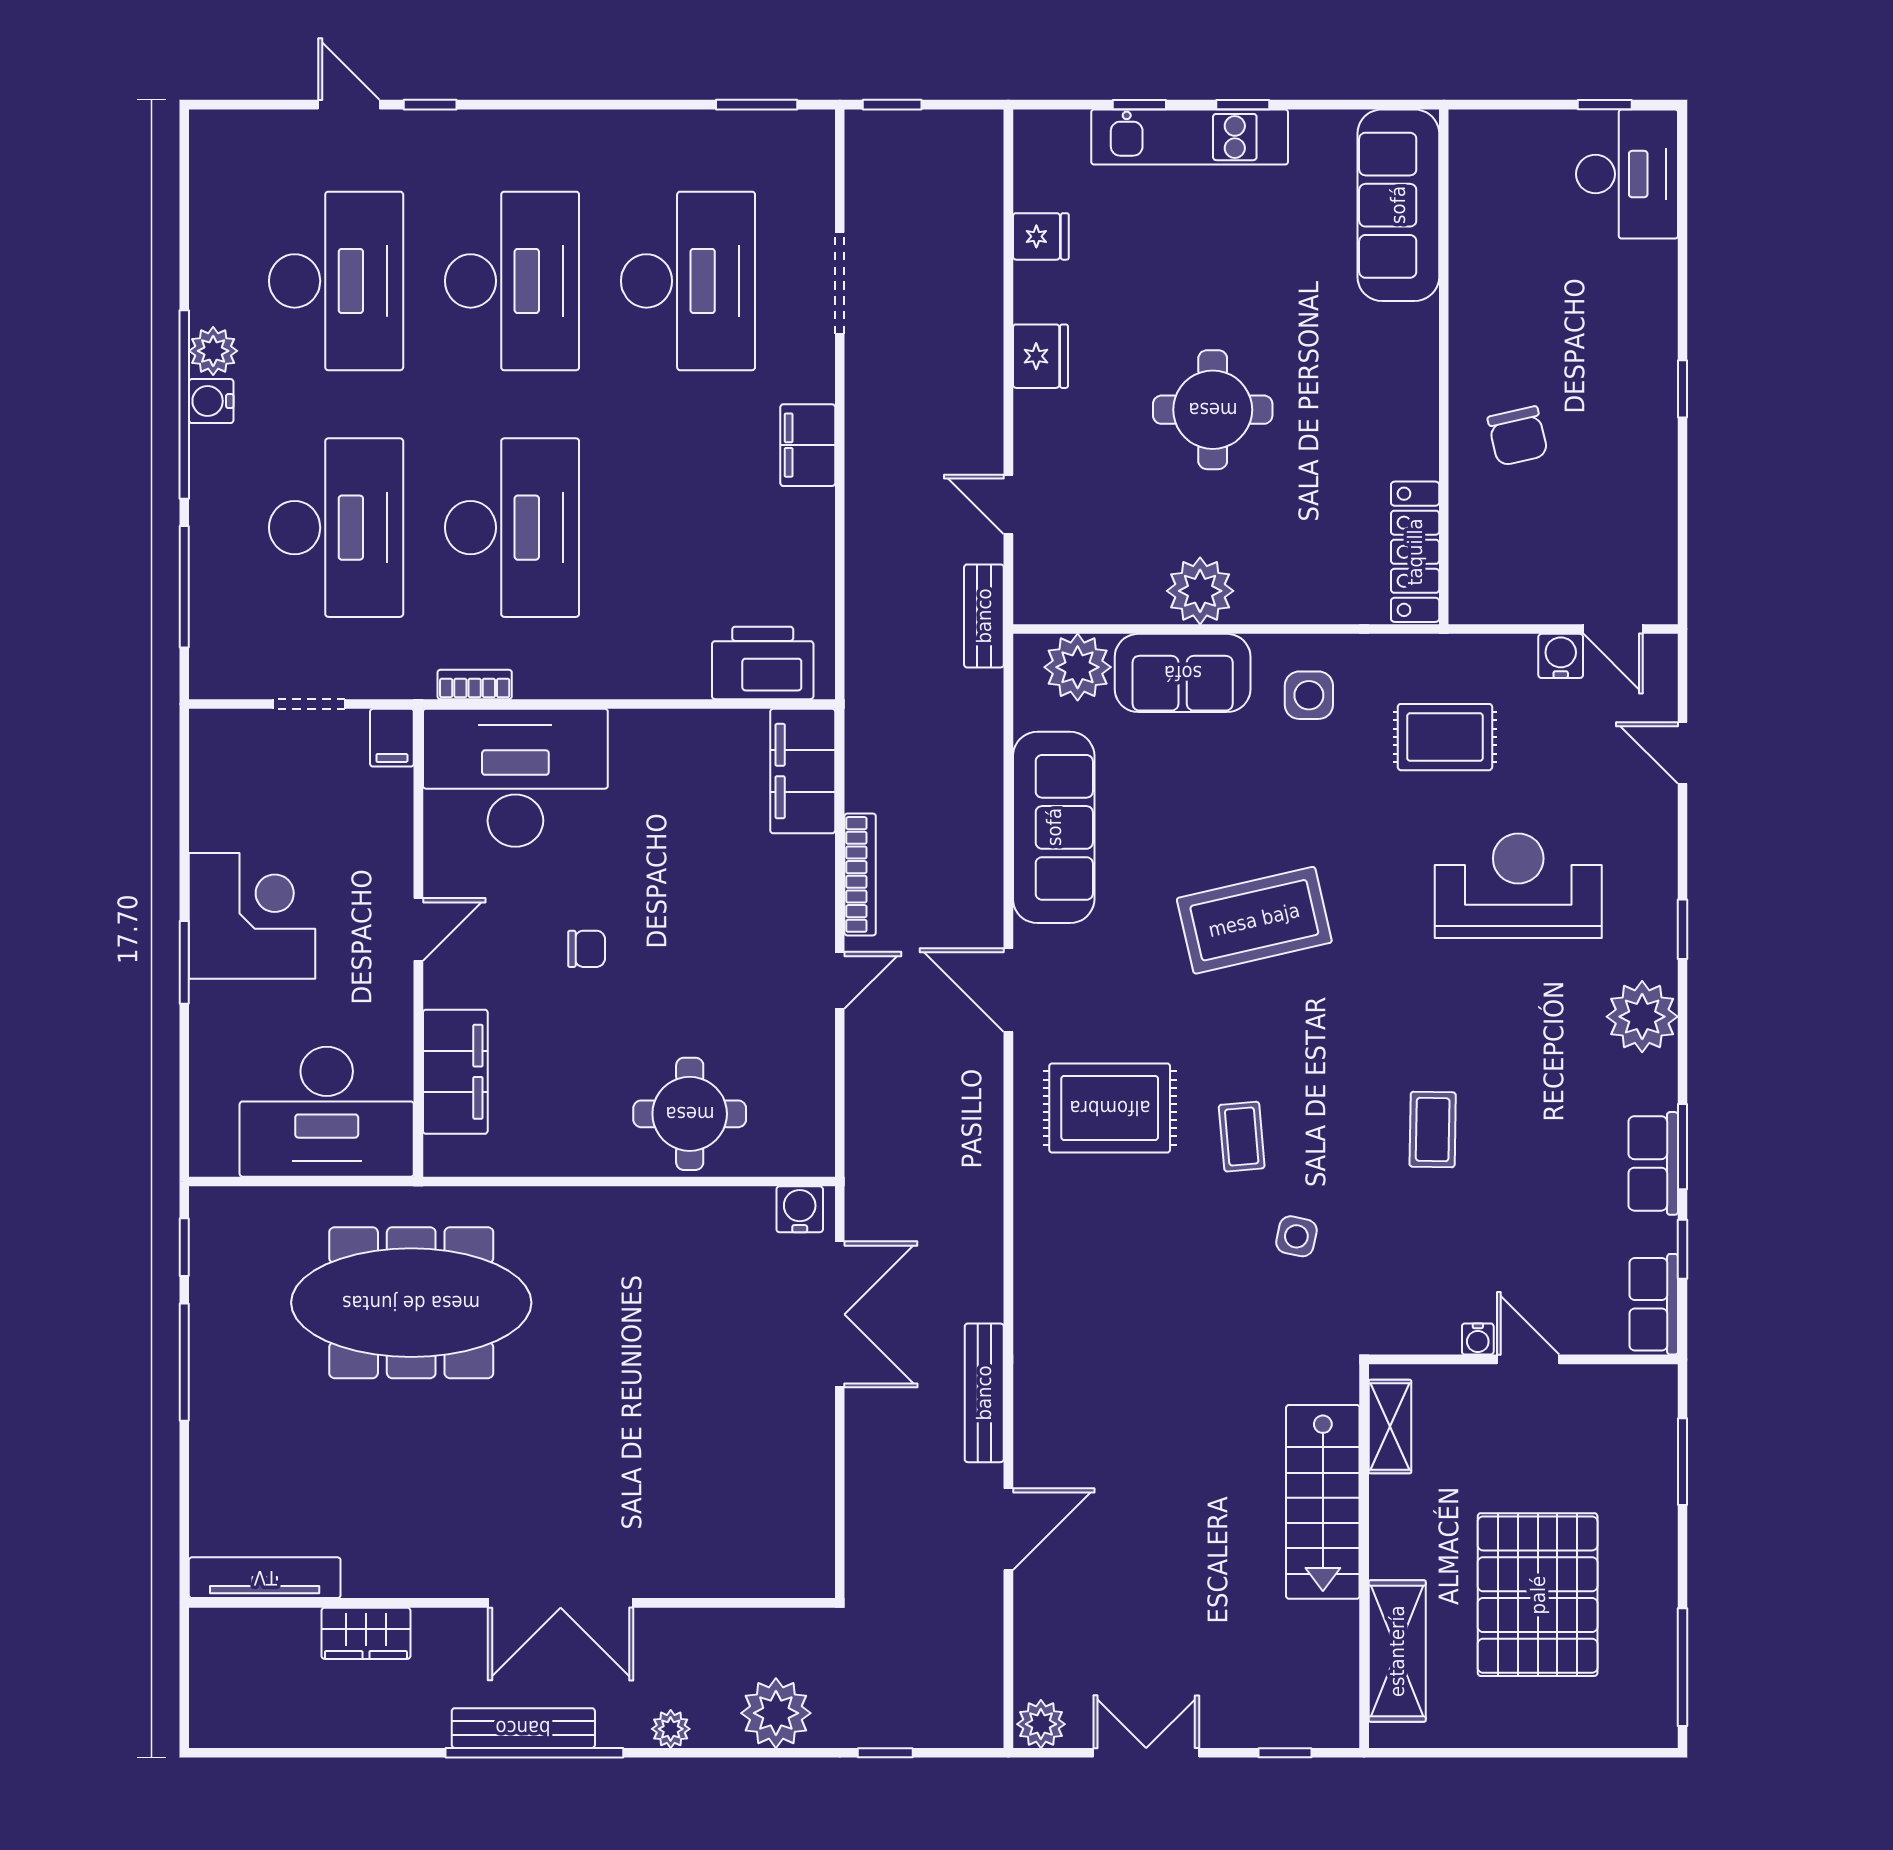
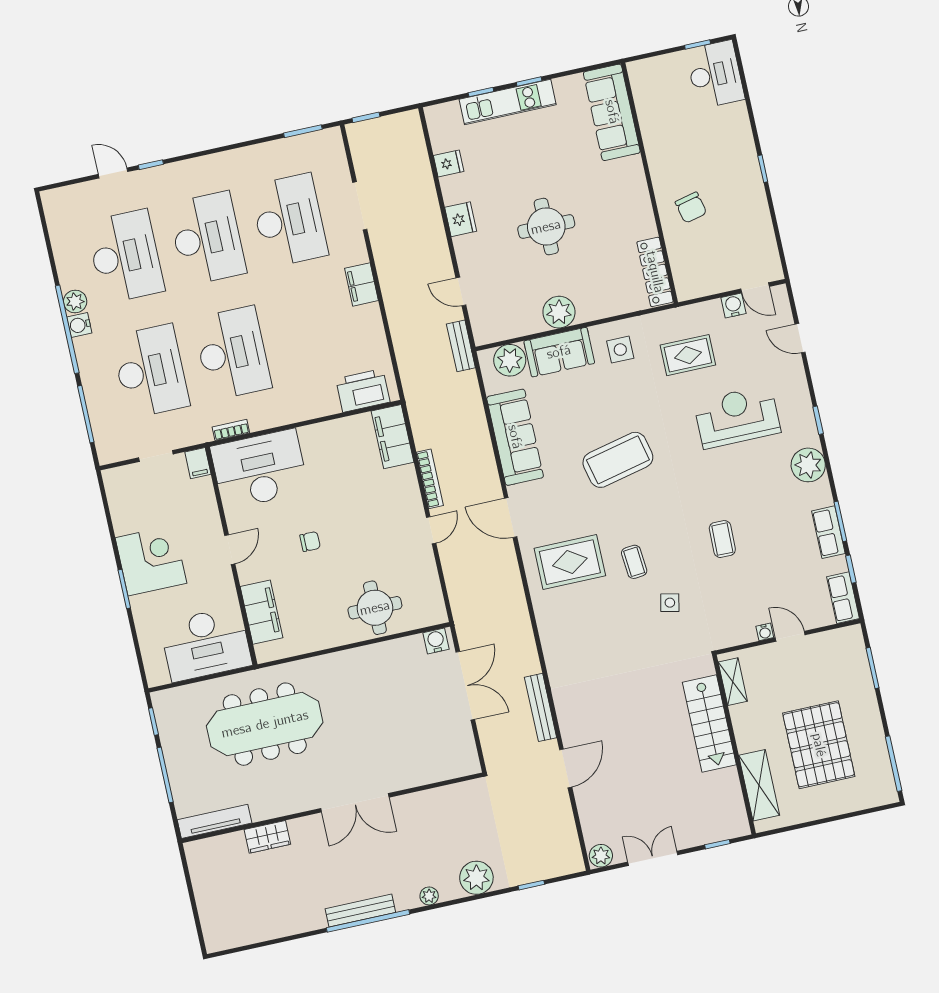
tv unit: (265, 1578) -> (215, 821), moved
wall: (512, 1603) -> (332, 808), moved
double door: (561, 1603) -> (355, 803), moved
wardrobe: (366, 1633) -> (267, 837), moved

